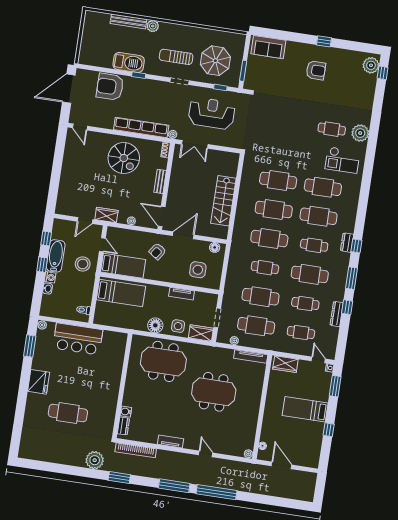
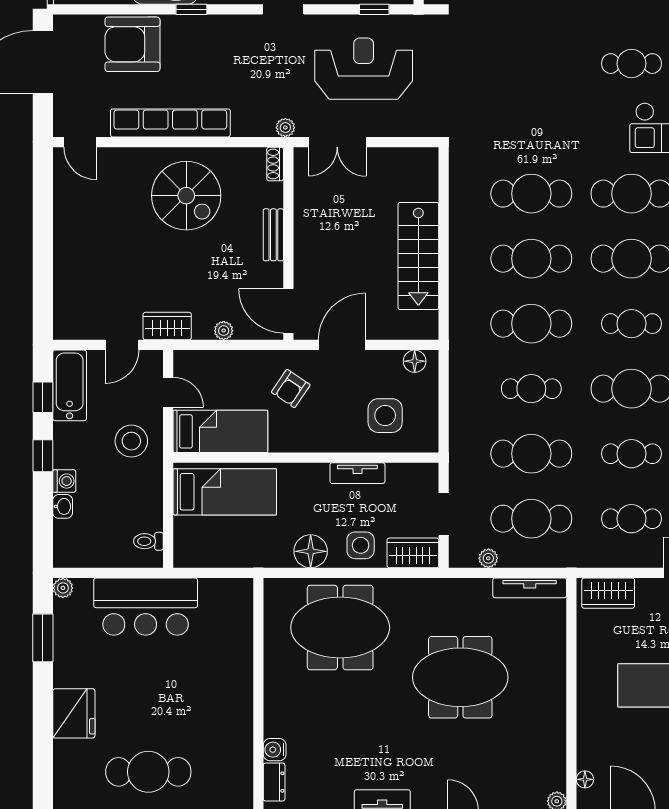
row of seats: (141, 127) -> (170, 123), moved
bathtub: (56, 256) -> (70, 385), moved

